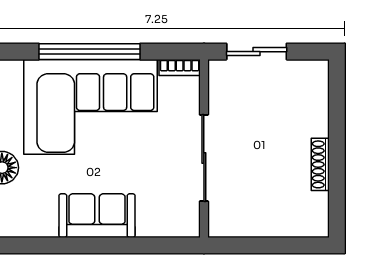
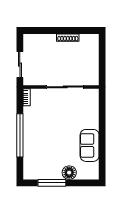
corner sofa: (90, 107) -> (43, 135), removed
sofa: (97, 216) -> (90, 145), moved

